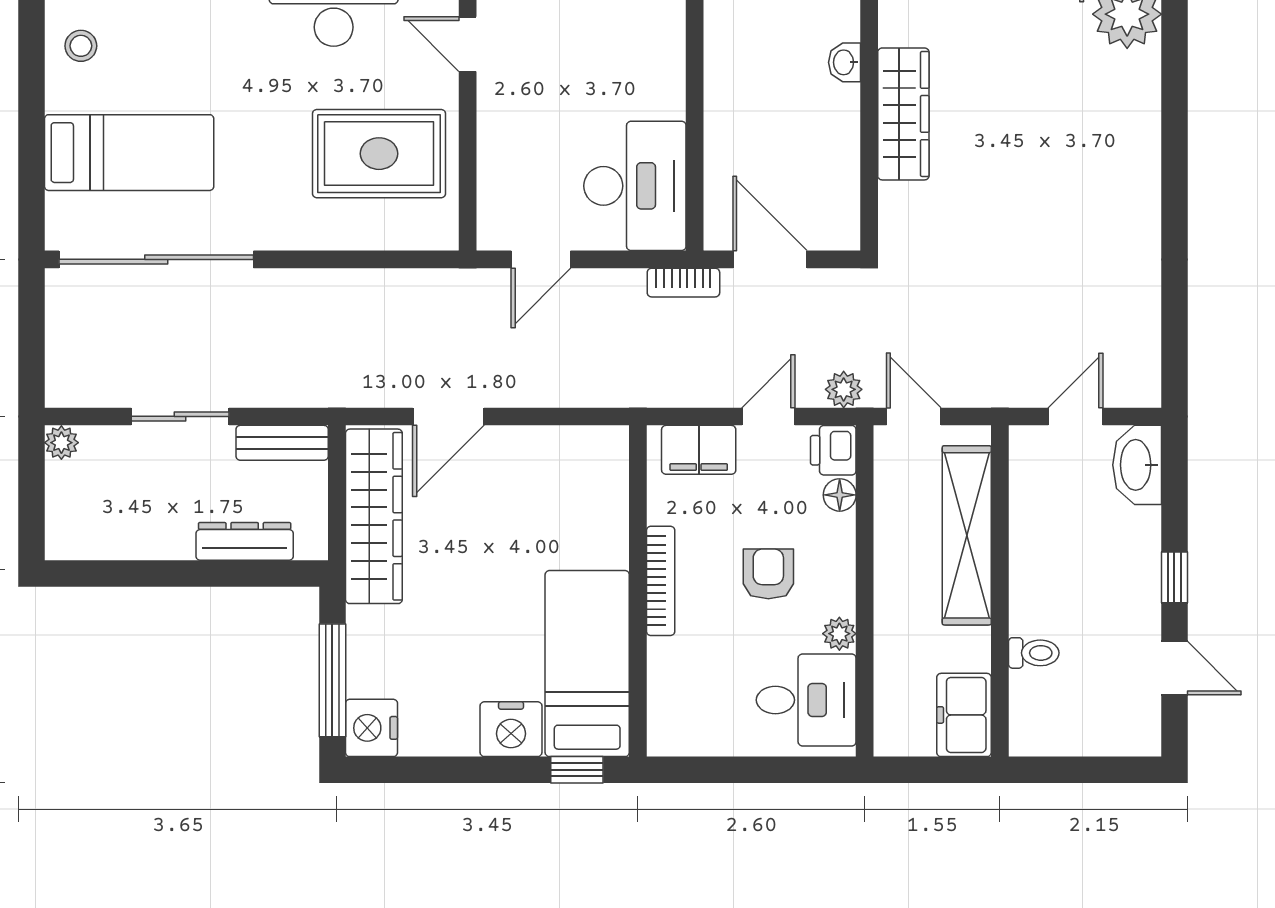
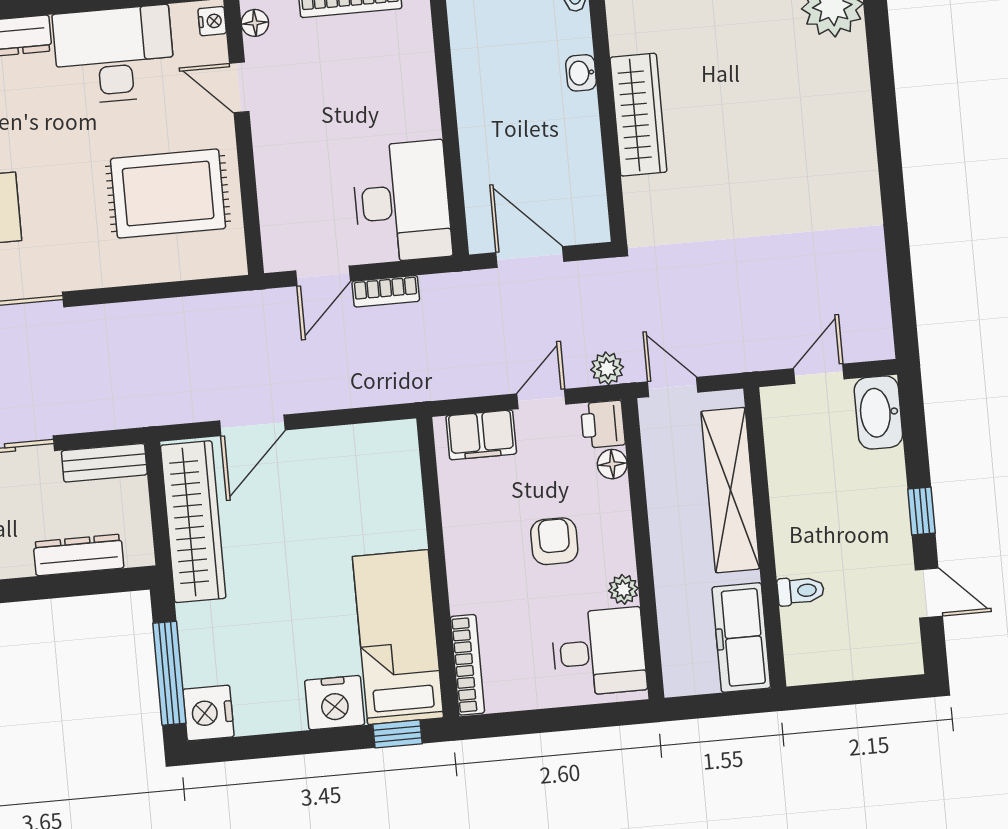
bookcase: (683, 283) -> (386, 291), moved
bookcase: (661, 581) -> (467, 665), moved
freezer: (964, 715) -> (741, 637), width x1.40

